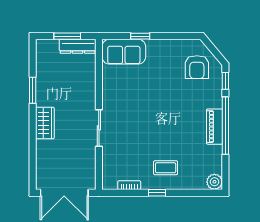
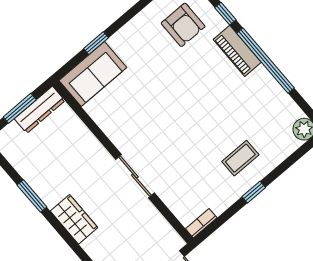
piano: (214, 127) -> (237, 51), moved
bookcase: (129, 185) -> (201, 223), moved

